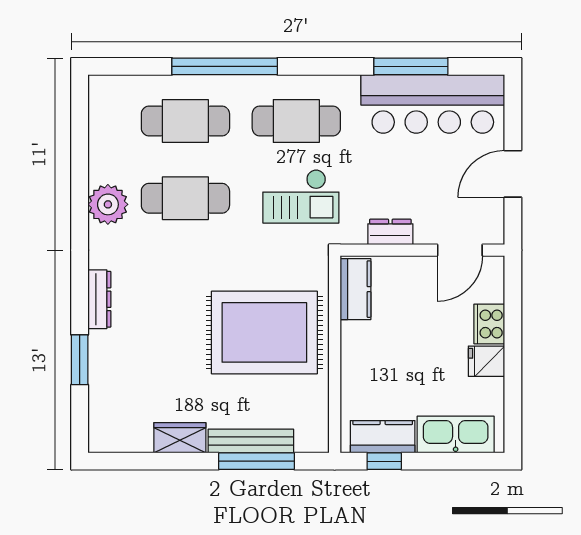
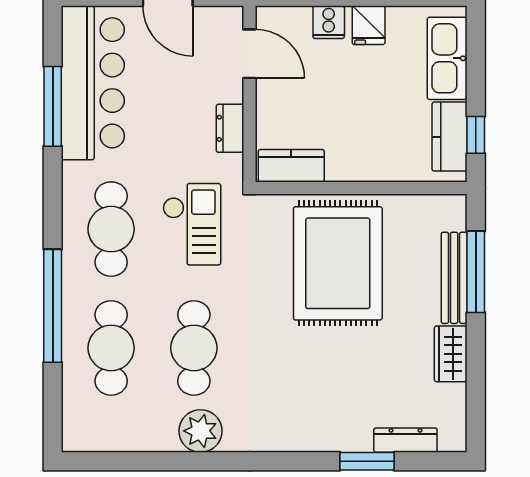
dresser: (99, 299) -> (405, 440), moved
cooker: (489, 324) -> (329, 22), width x0.73

